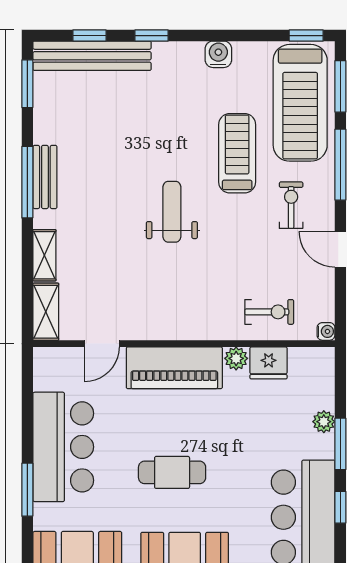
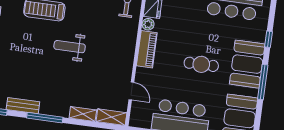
bench: (45, 177) -> (23, 106), moved
piano: (174, 368) -> (147, 49), width x0.73, depth x0.75
cafe table: (172, 472) -> (201, 64), turned 90

